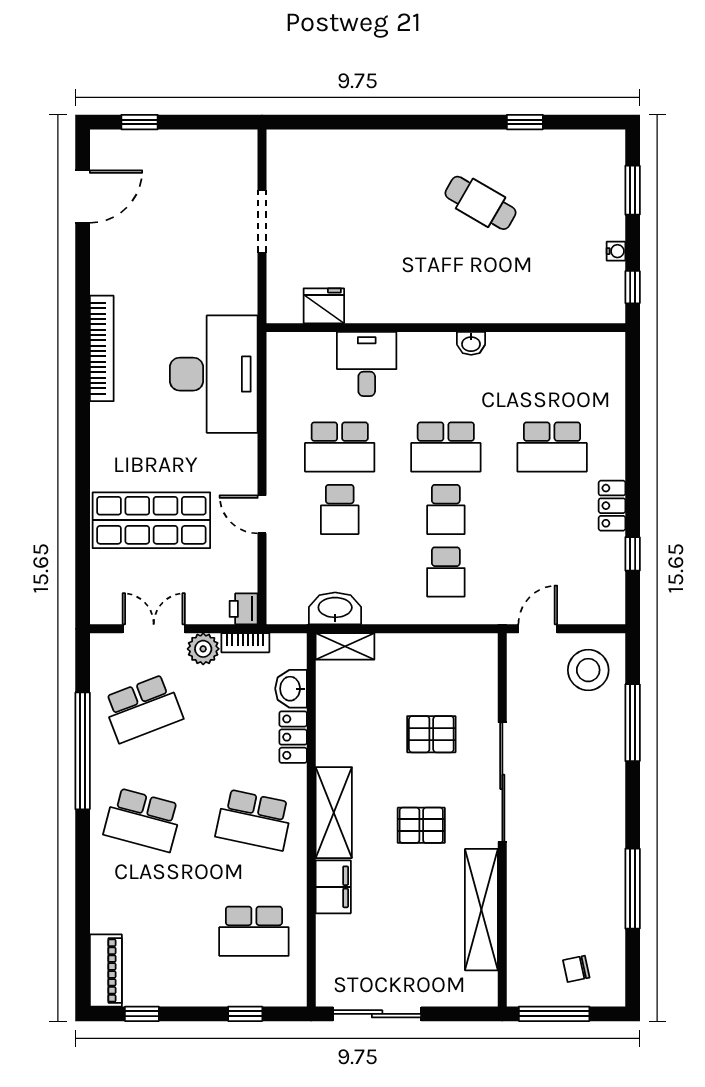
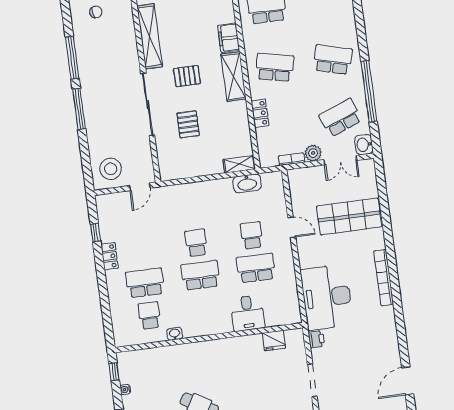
washbasin: (471, 343) -> (175, 334), moved
bookcase: (102, 348) -> (384, 278), moved
school desk: (446, 572) -> (149, 315), moved
printer: (244, 609) -> (316, 339), moved
washbasin: (291, 689) -> (364, 145), moved, turned 180
window: (633, 723) -> (79, 109), moved
pallet: (431, 734) -> (188, 124), turned 90

